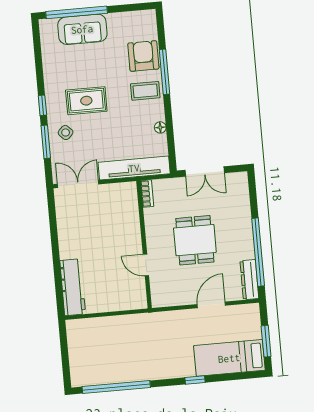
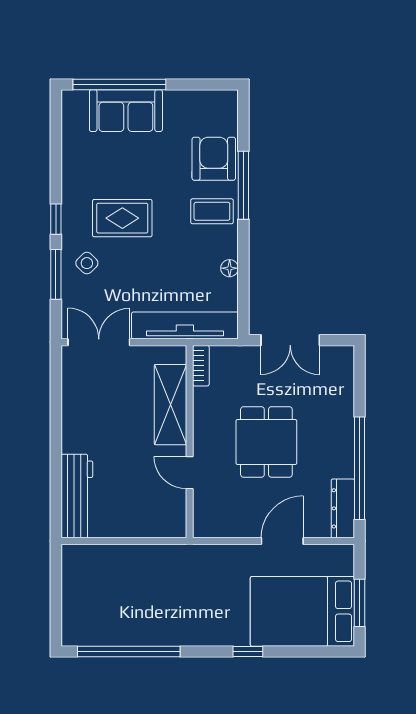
shelving: (129, 221) -> (170, 405), added
bed: (229, 358) -> (302, 611), width x1.50

